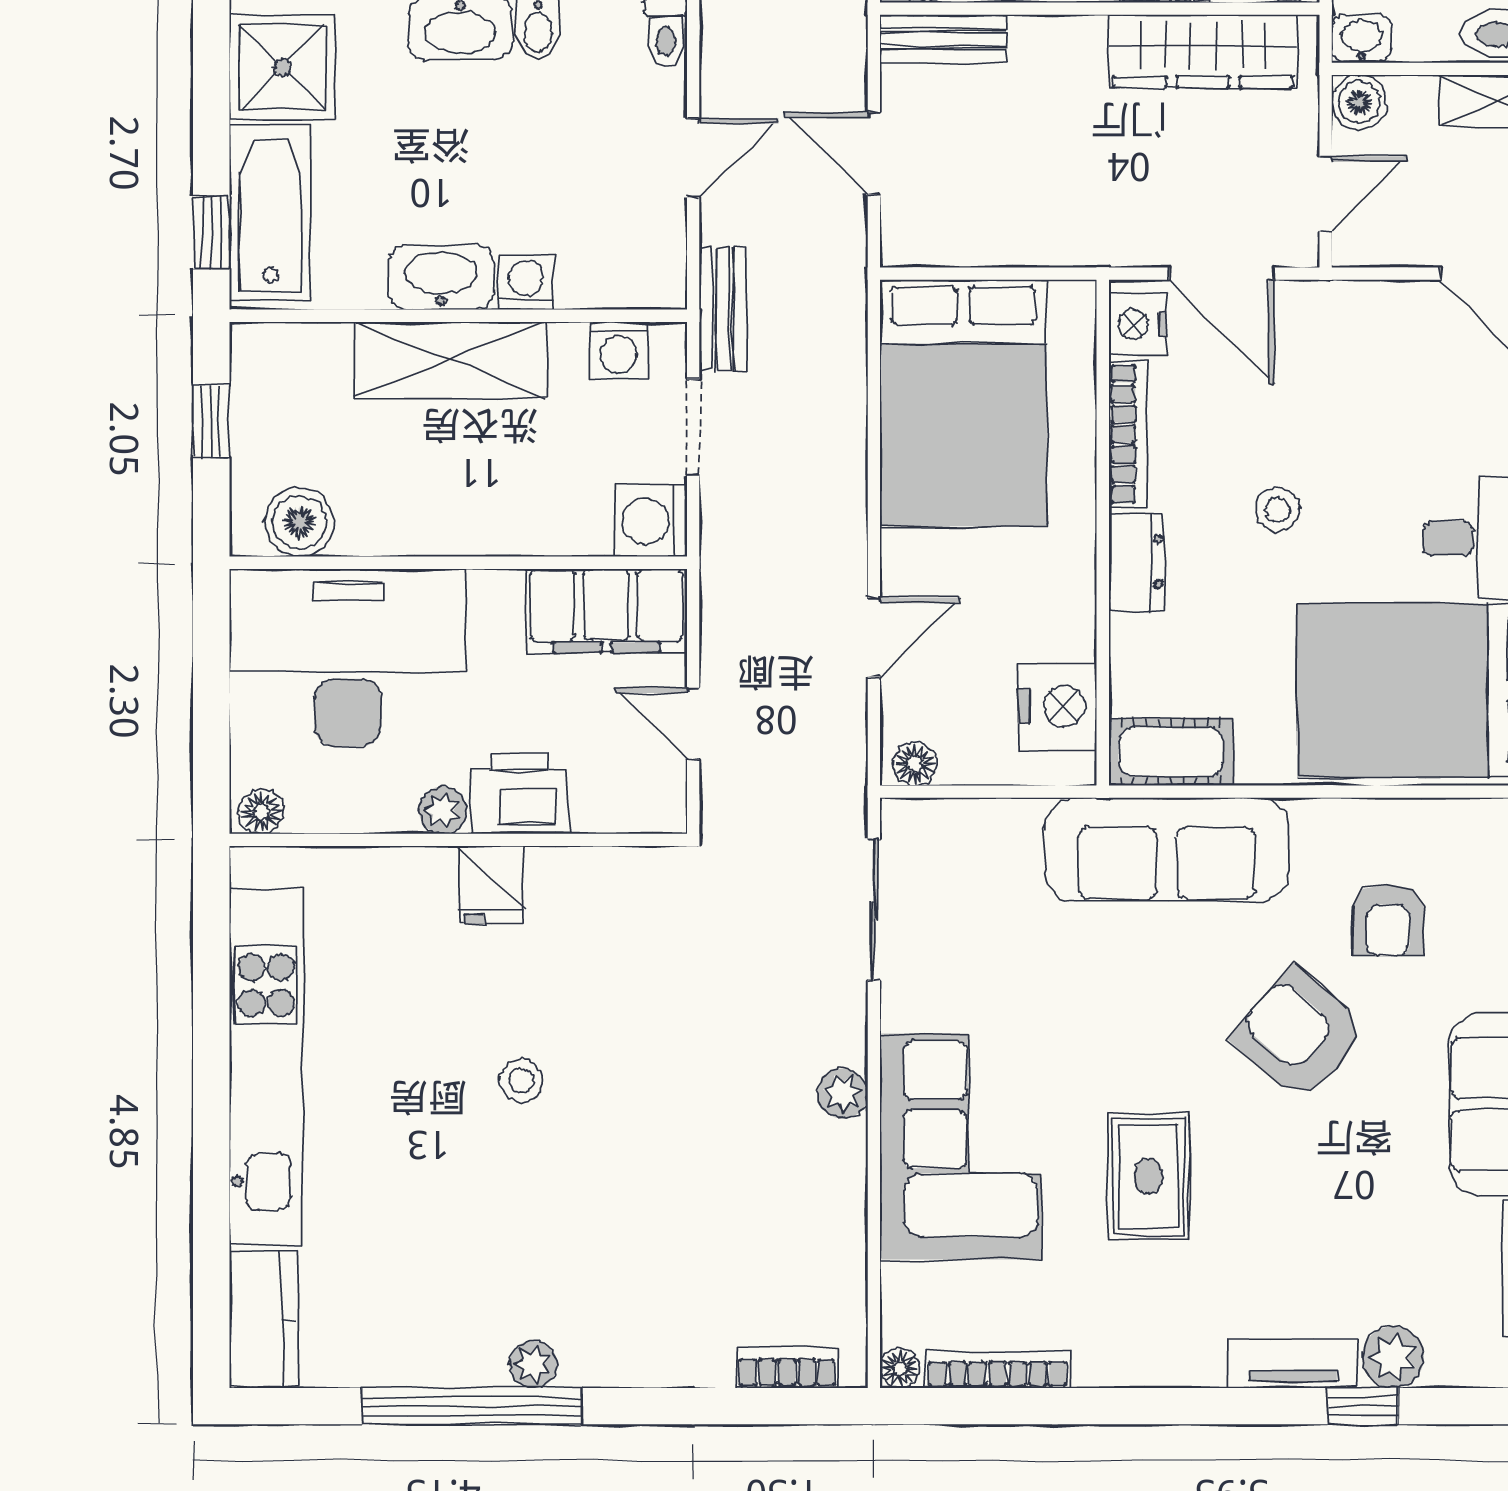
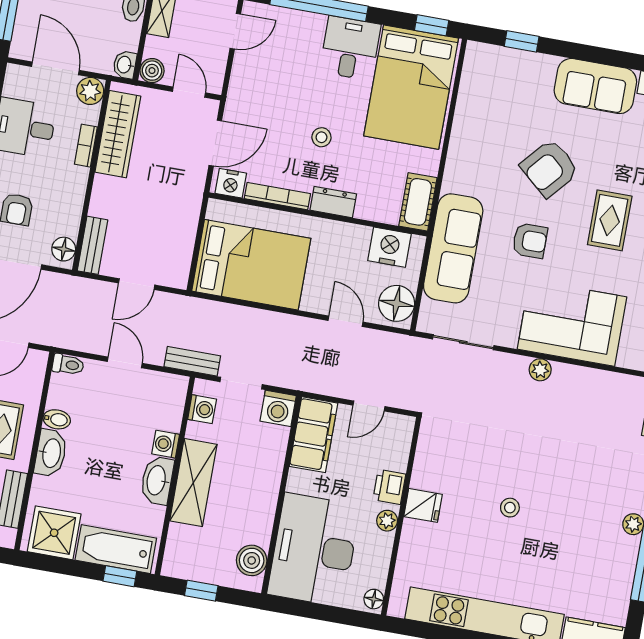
floor lamp: (915, 764) -> (397, 303), width x1.89, depth x1.89
printer: (519, 794) -> (389, 487), width x0.73, depth x0.81
sofa: (1167, 850) -> (453, 248), moved
armchair: (1388, 920) -> (530, 241), moved
rug: (1148, 1176) -> (610, 220), moved, turned 90

